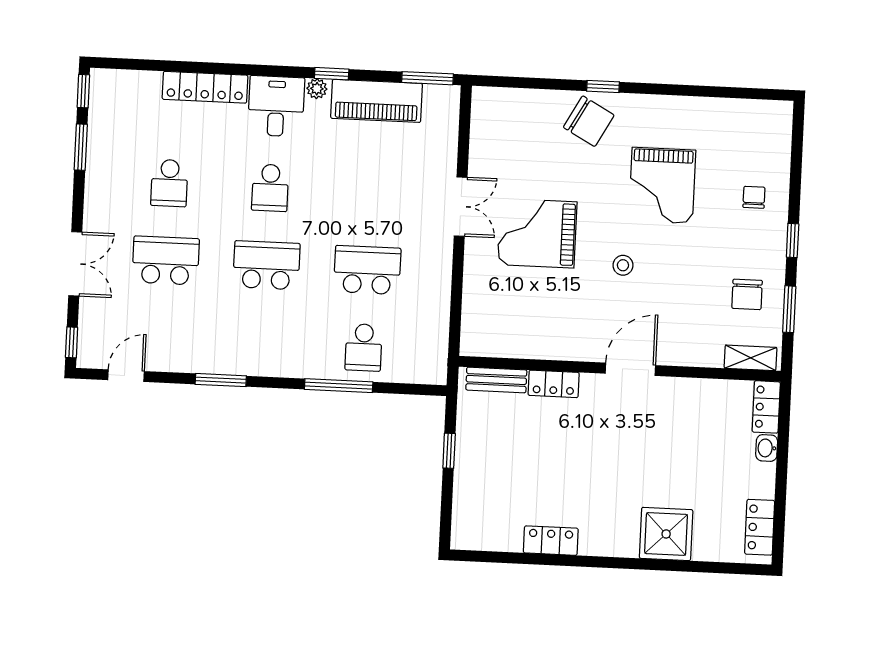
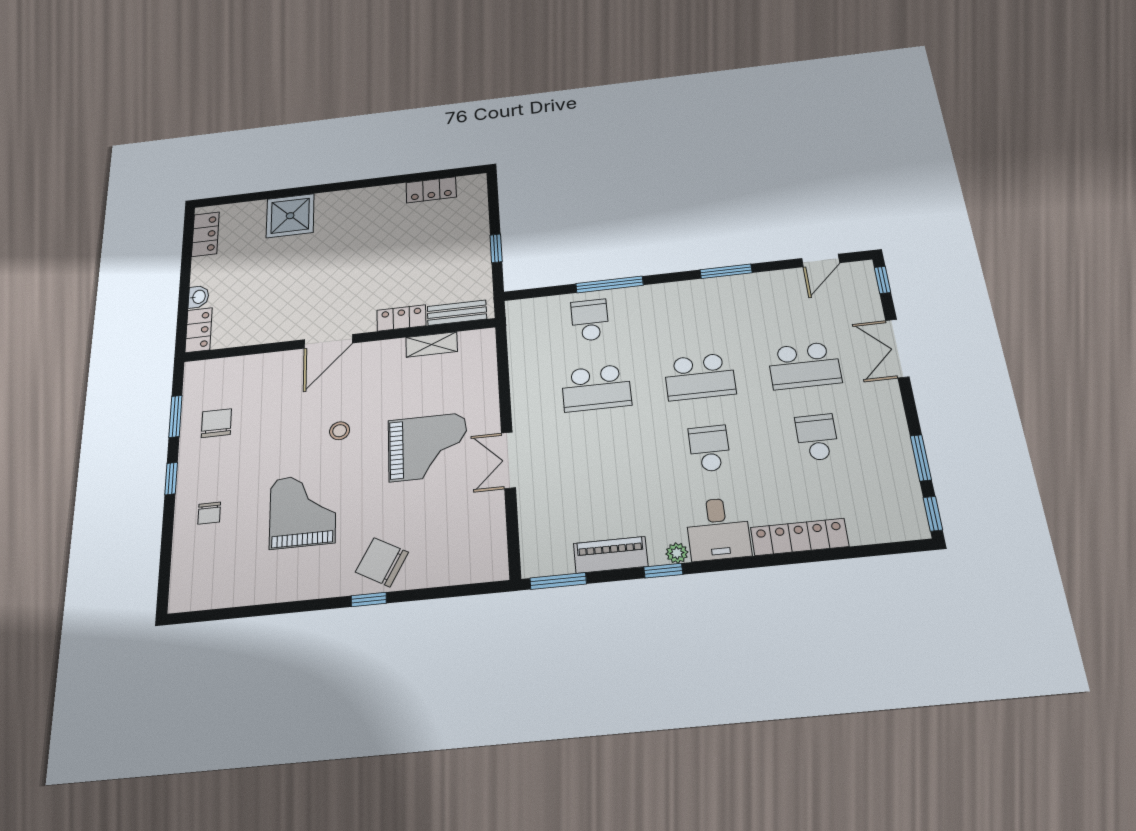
piano: (377, 101) -> (611, 555), width x0.73, depth x0.75
shelving: (750, 358) -> (432, 344), moved
locker: (551, 541) -> (431, 190), moved

